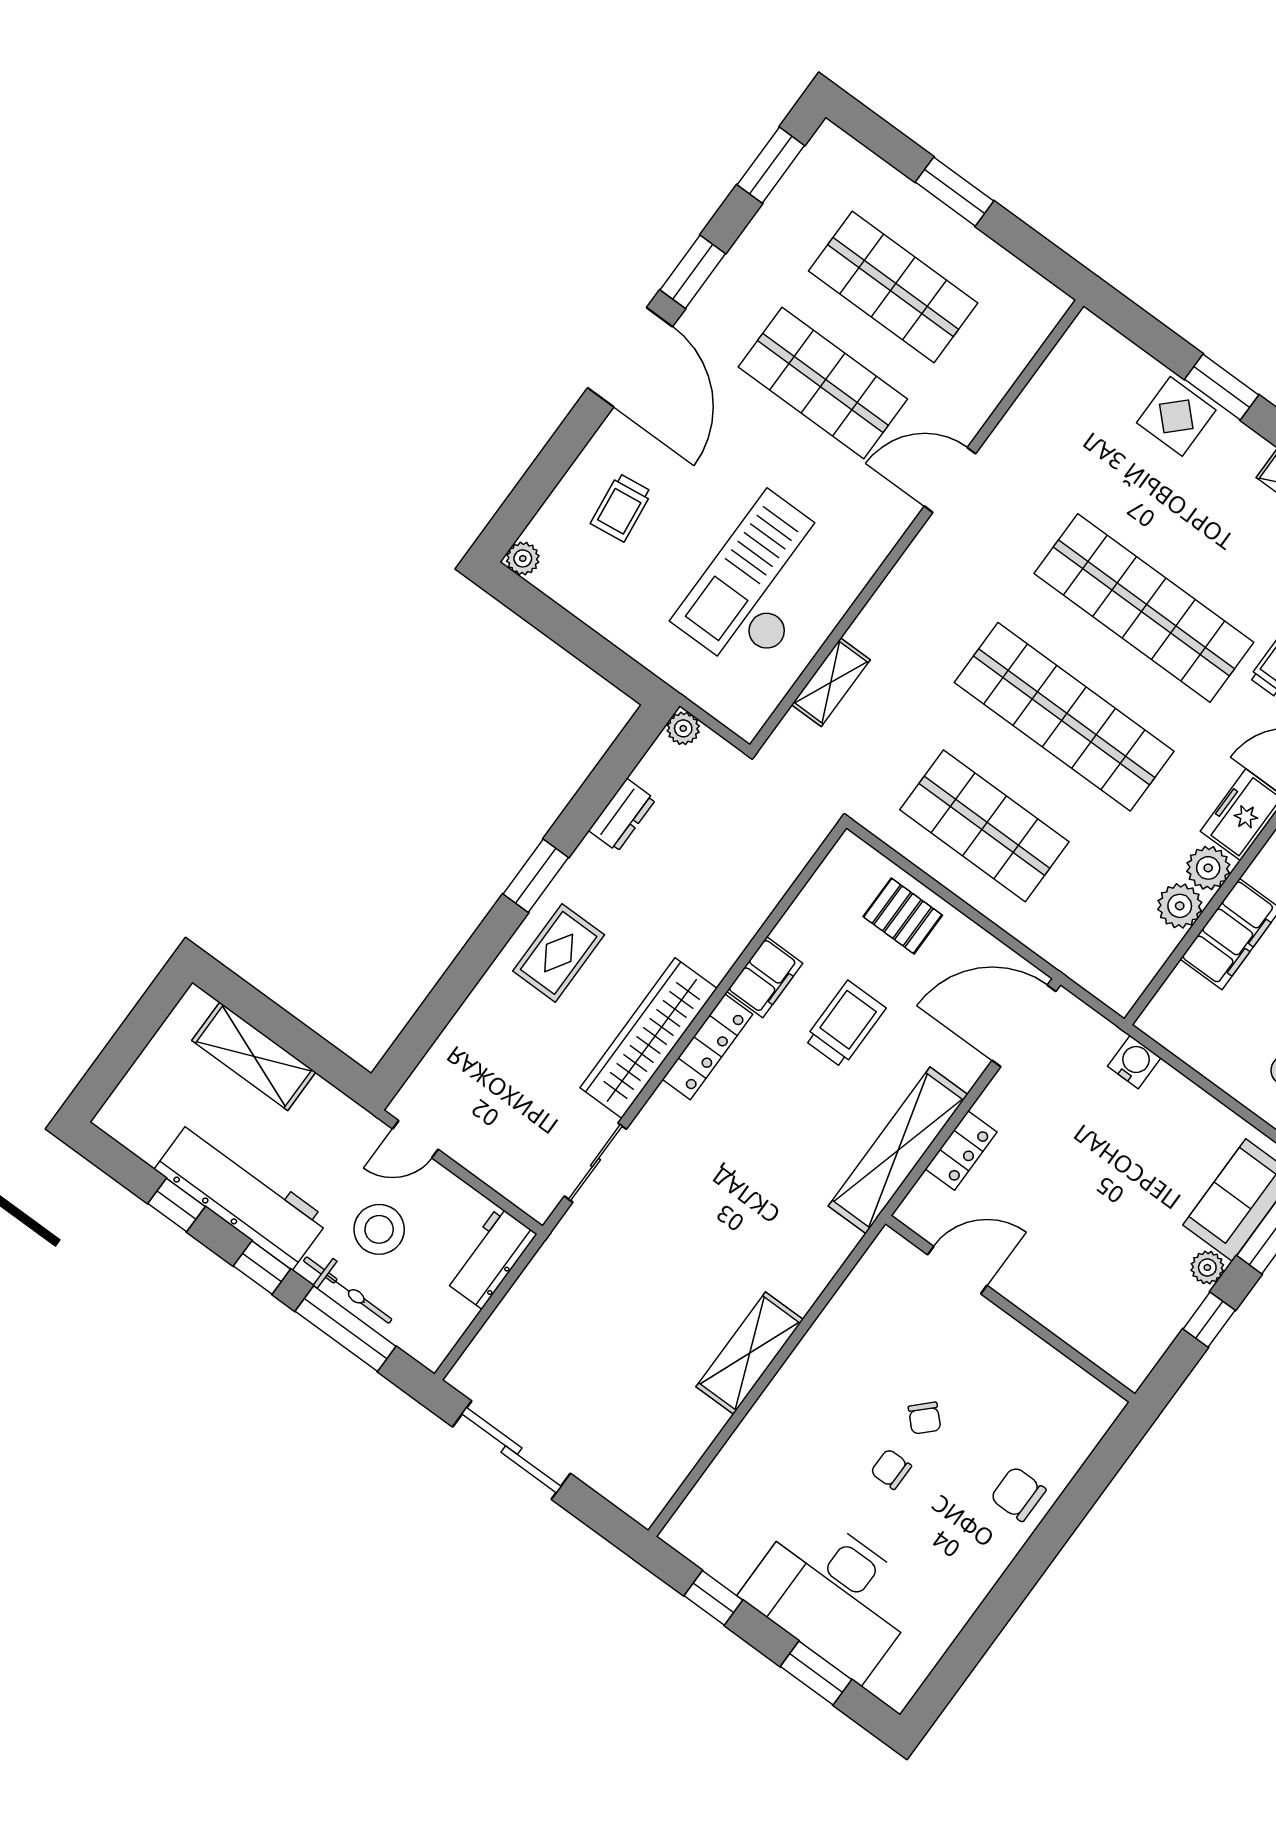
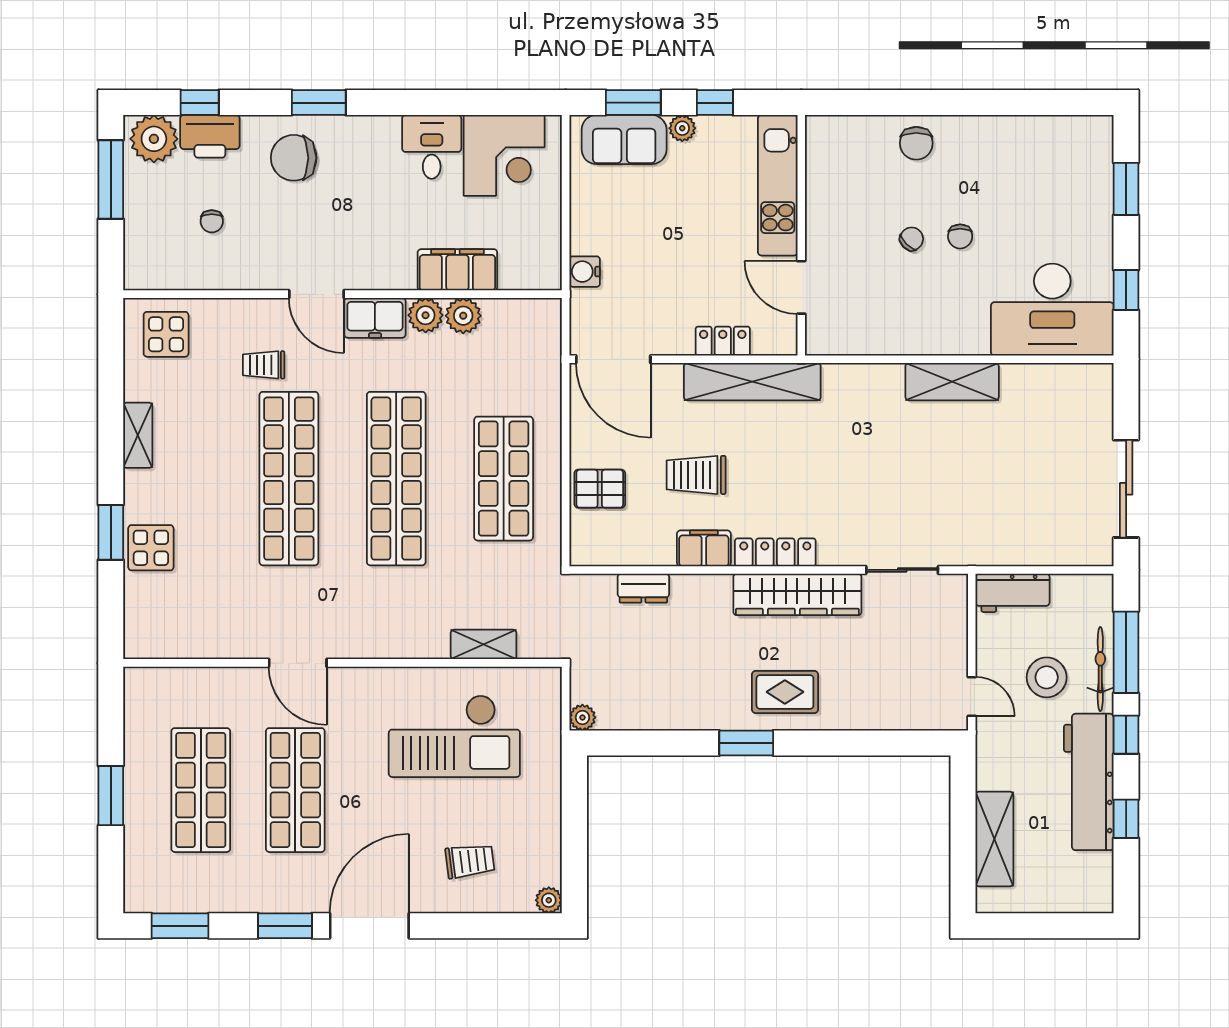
dresser: (622, 815) -> (643, 588), moved, turned 180
pallet: (903, 916) -> (600, 489), turned 90
kitchen unit: (1078, 1322) -> (778, 185), added
desk: (833, 1595) -> (1052, 310), moved, turned 90

